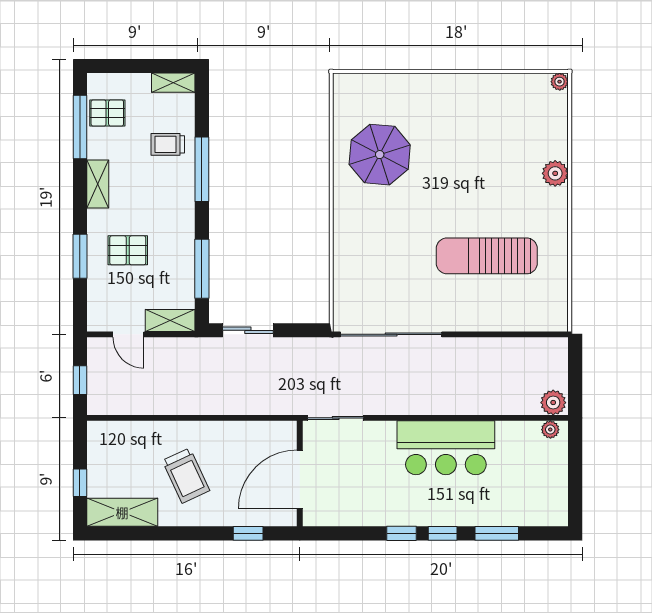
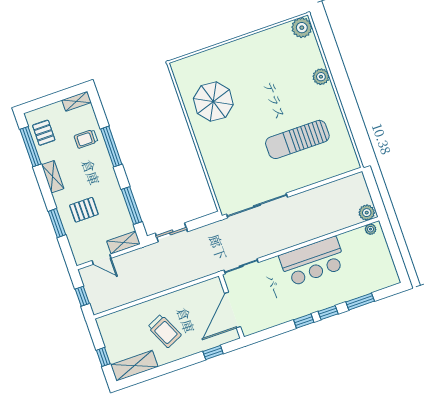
plant: (560, 82) -> (302, 28), width x1.88, depth x1.88
pallet: (107, 113) -> (44, 133), turned 90

